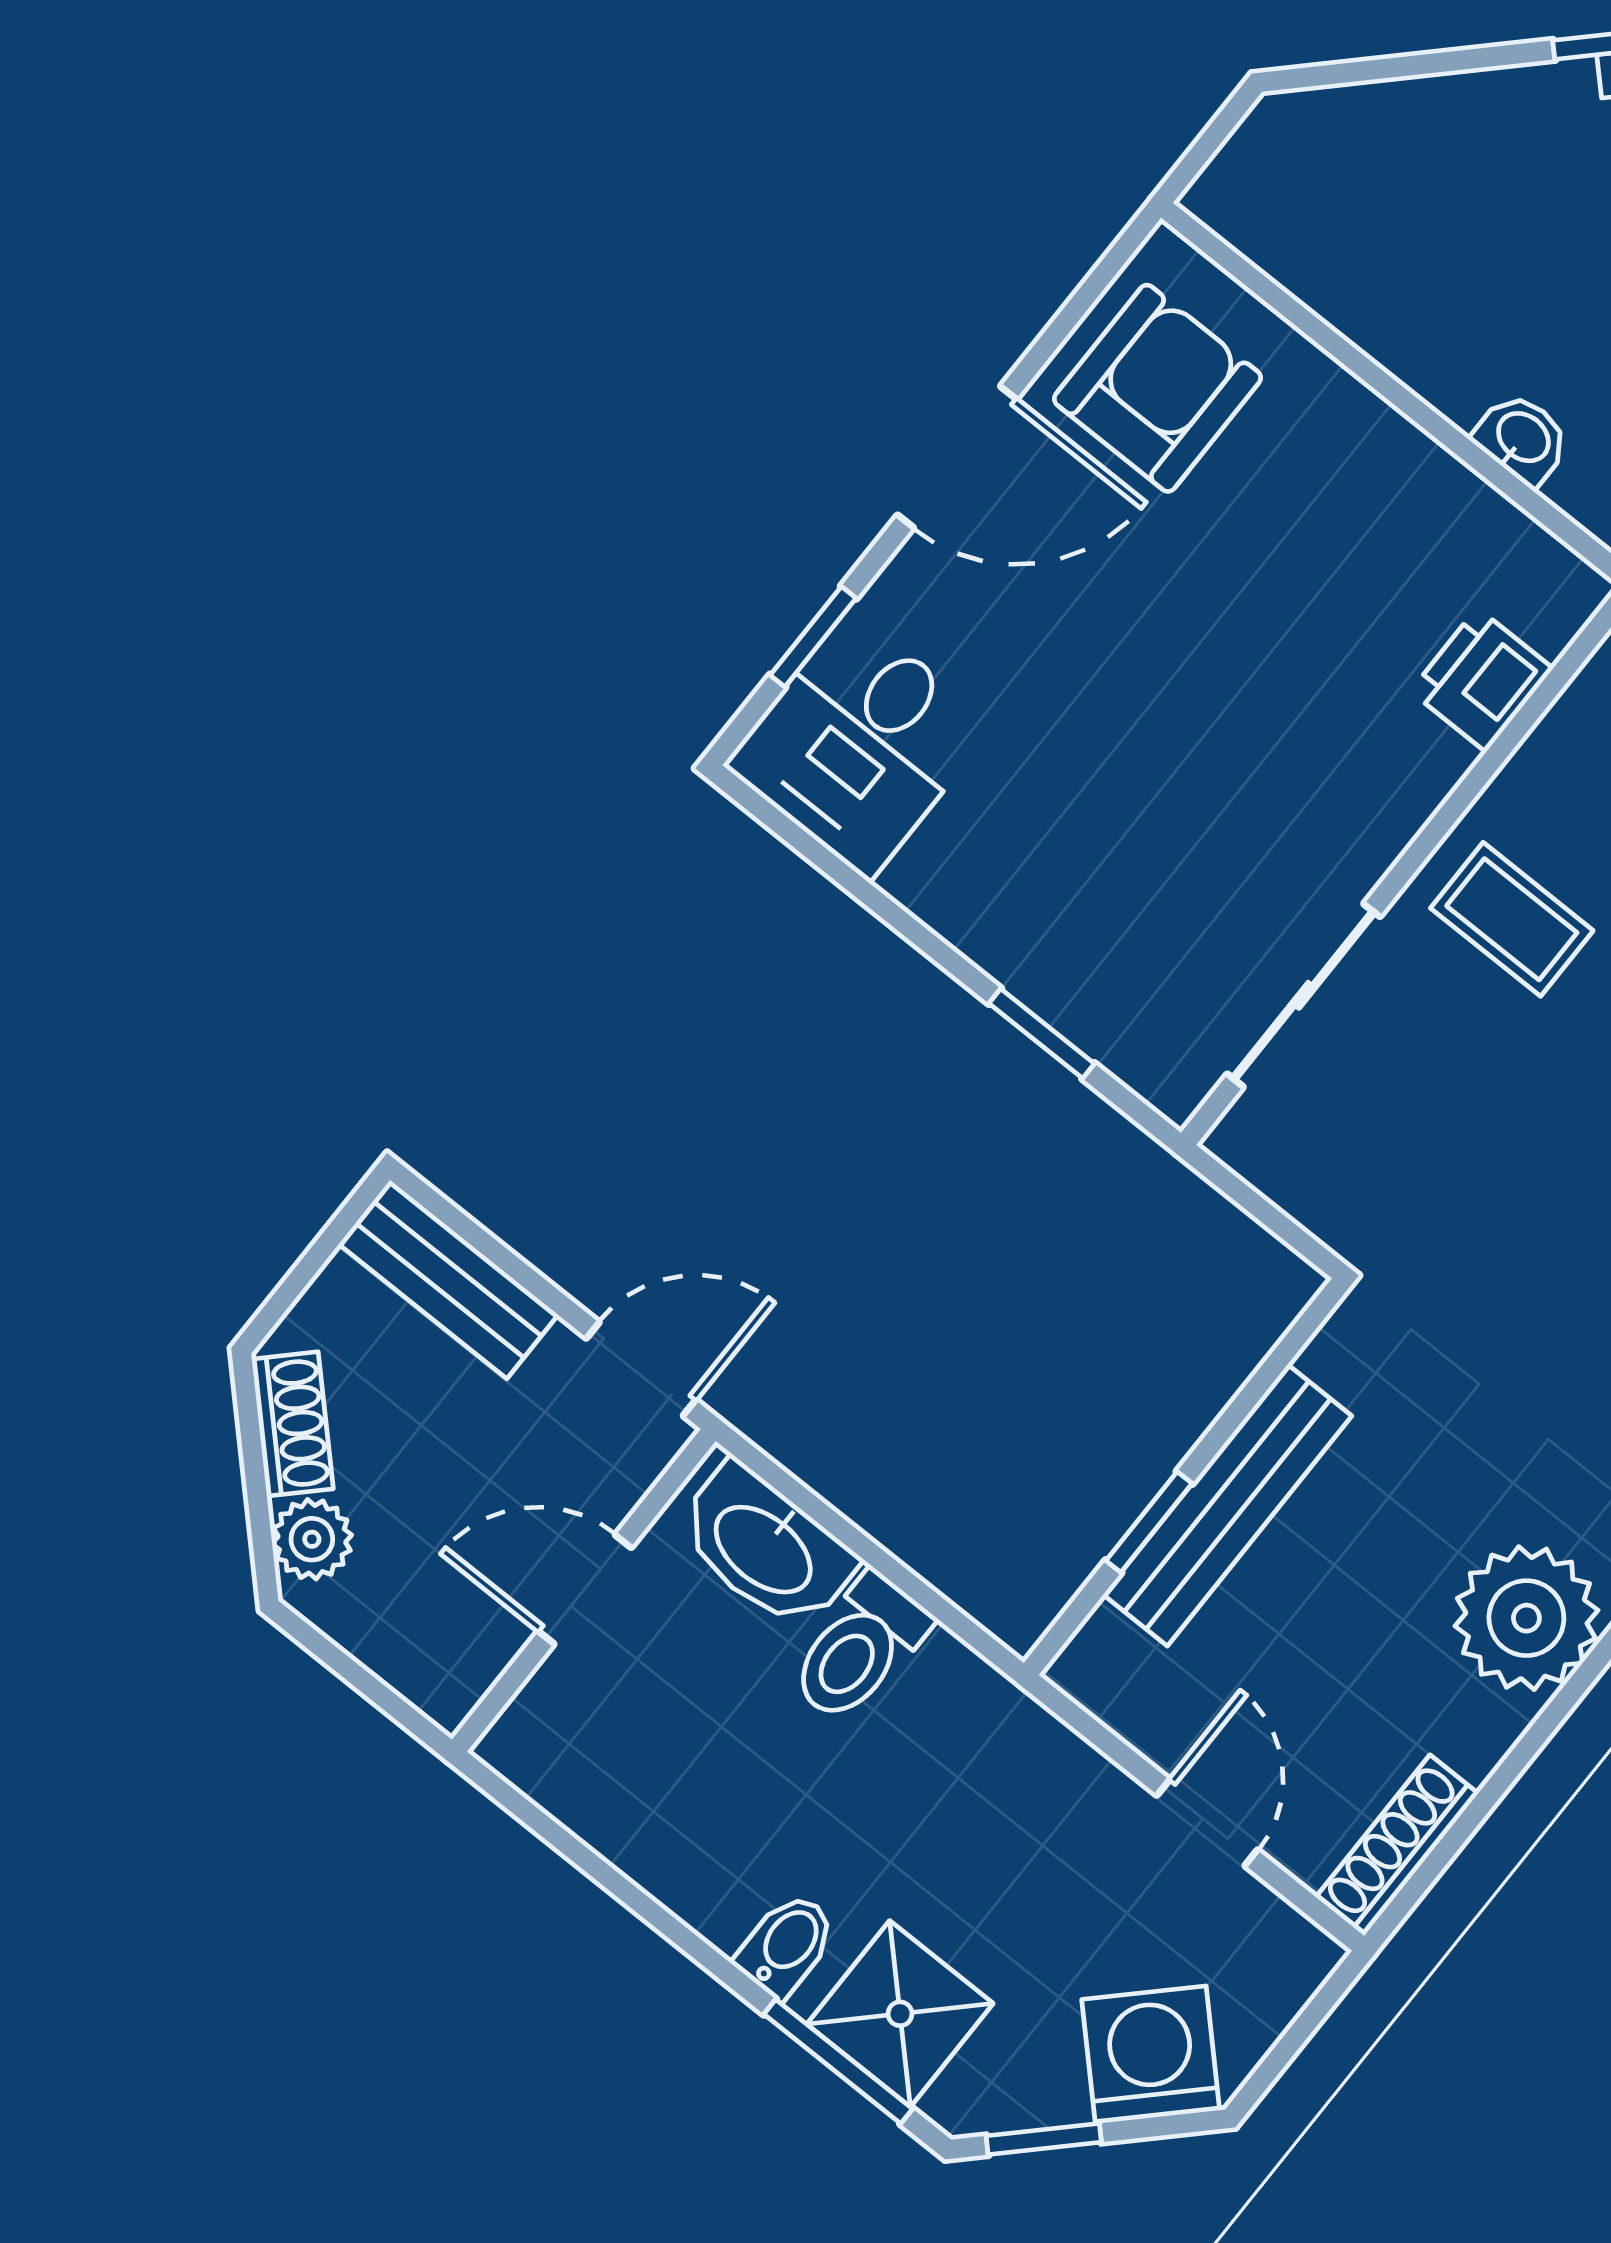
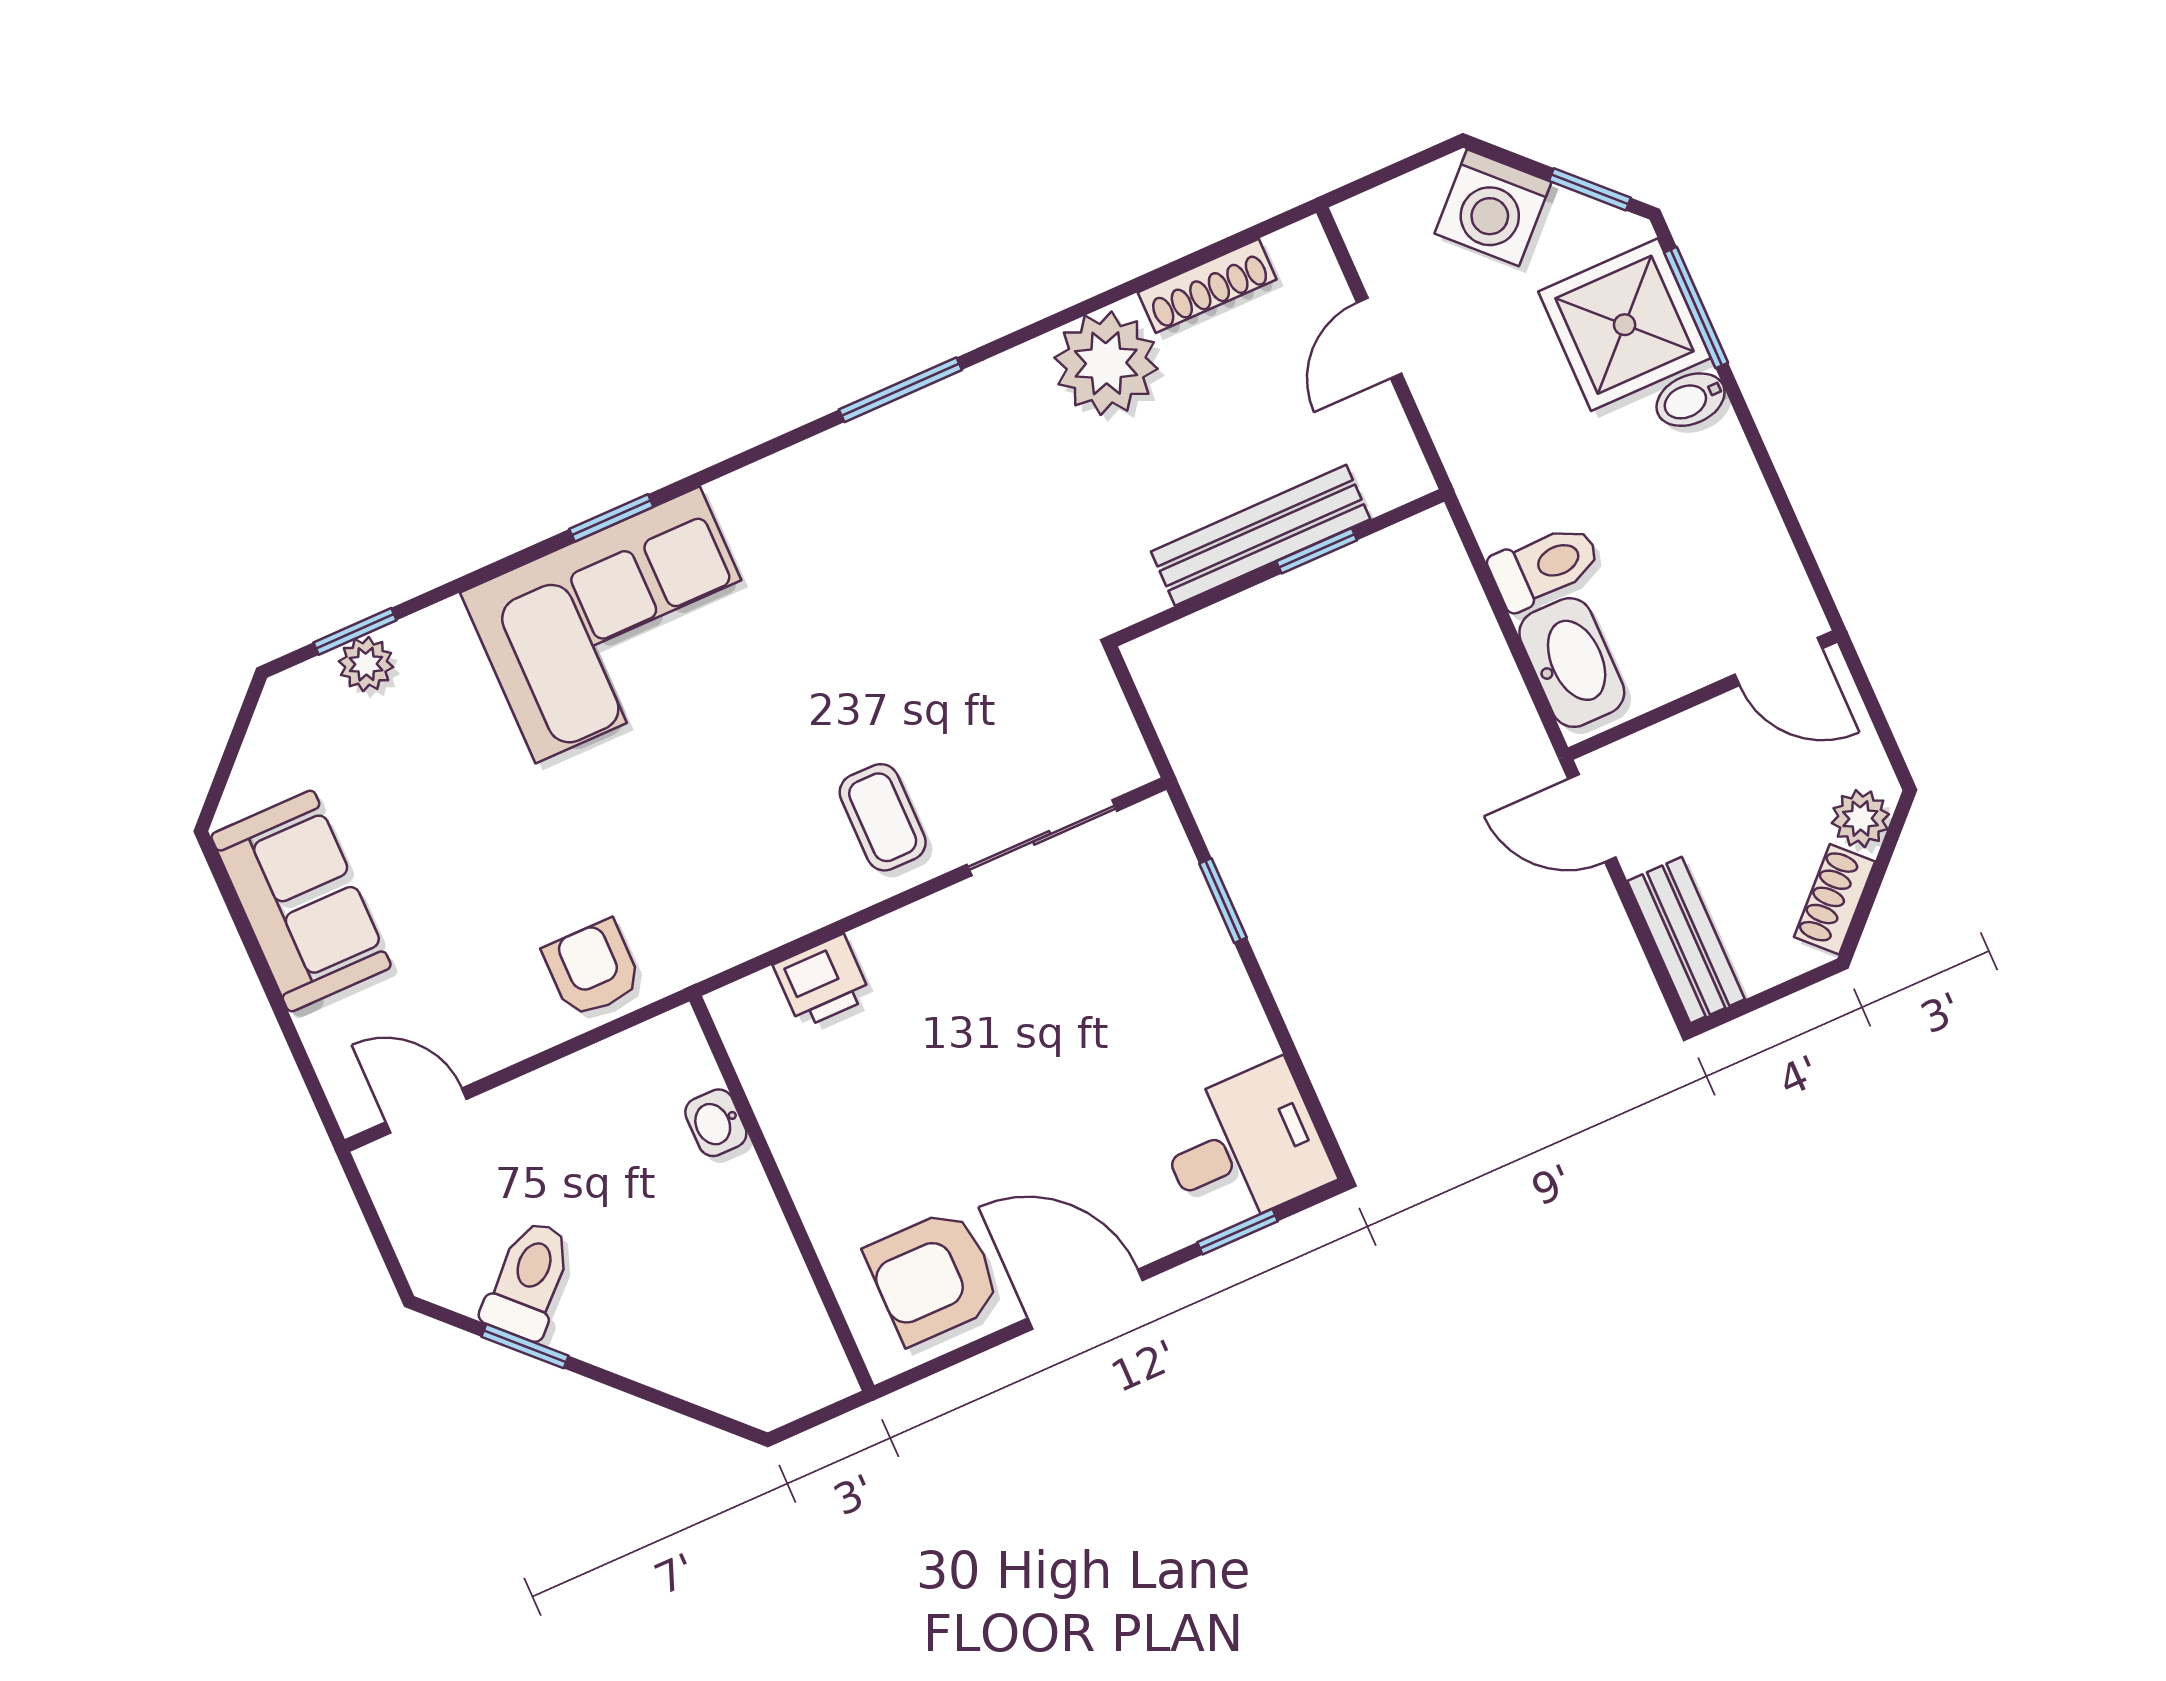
door: (585, 1589) -> (1778, 662), moved
shoe rack: (1397, 1845) -> (1207, 286), moved
shower: (900, 2014) -> (1625, 325), width x1.36, depth x1.36

